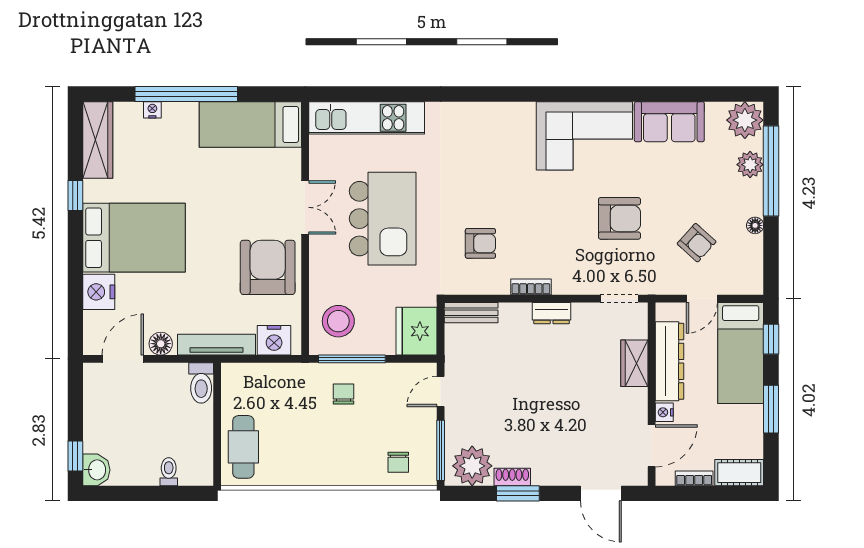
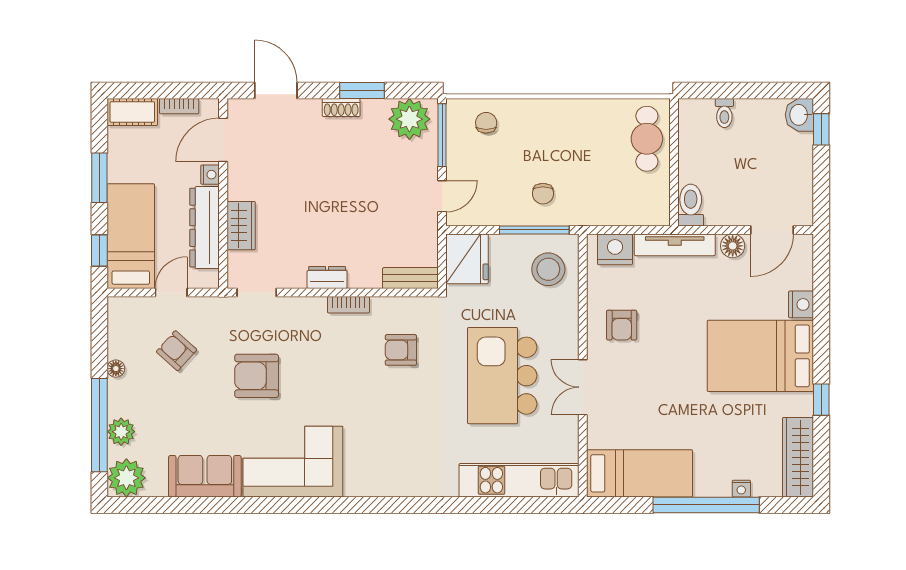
armchair: (268, 267) -> (622, 325), width x0.53, depth x0.53
nightstand: (99, 292) -> (801, 304), width x0.74, depth x0.75
shoe rack: (512, 477) -> (341, 108), moved

